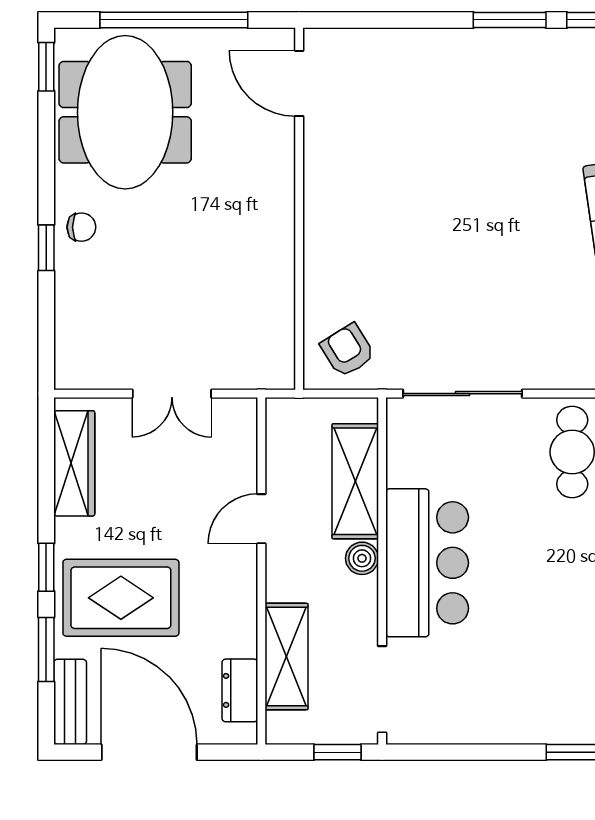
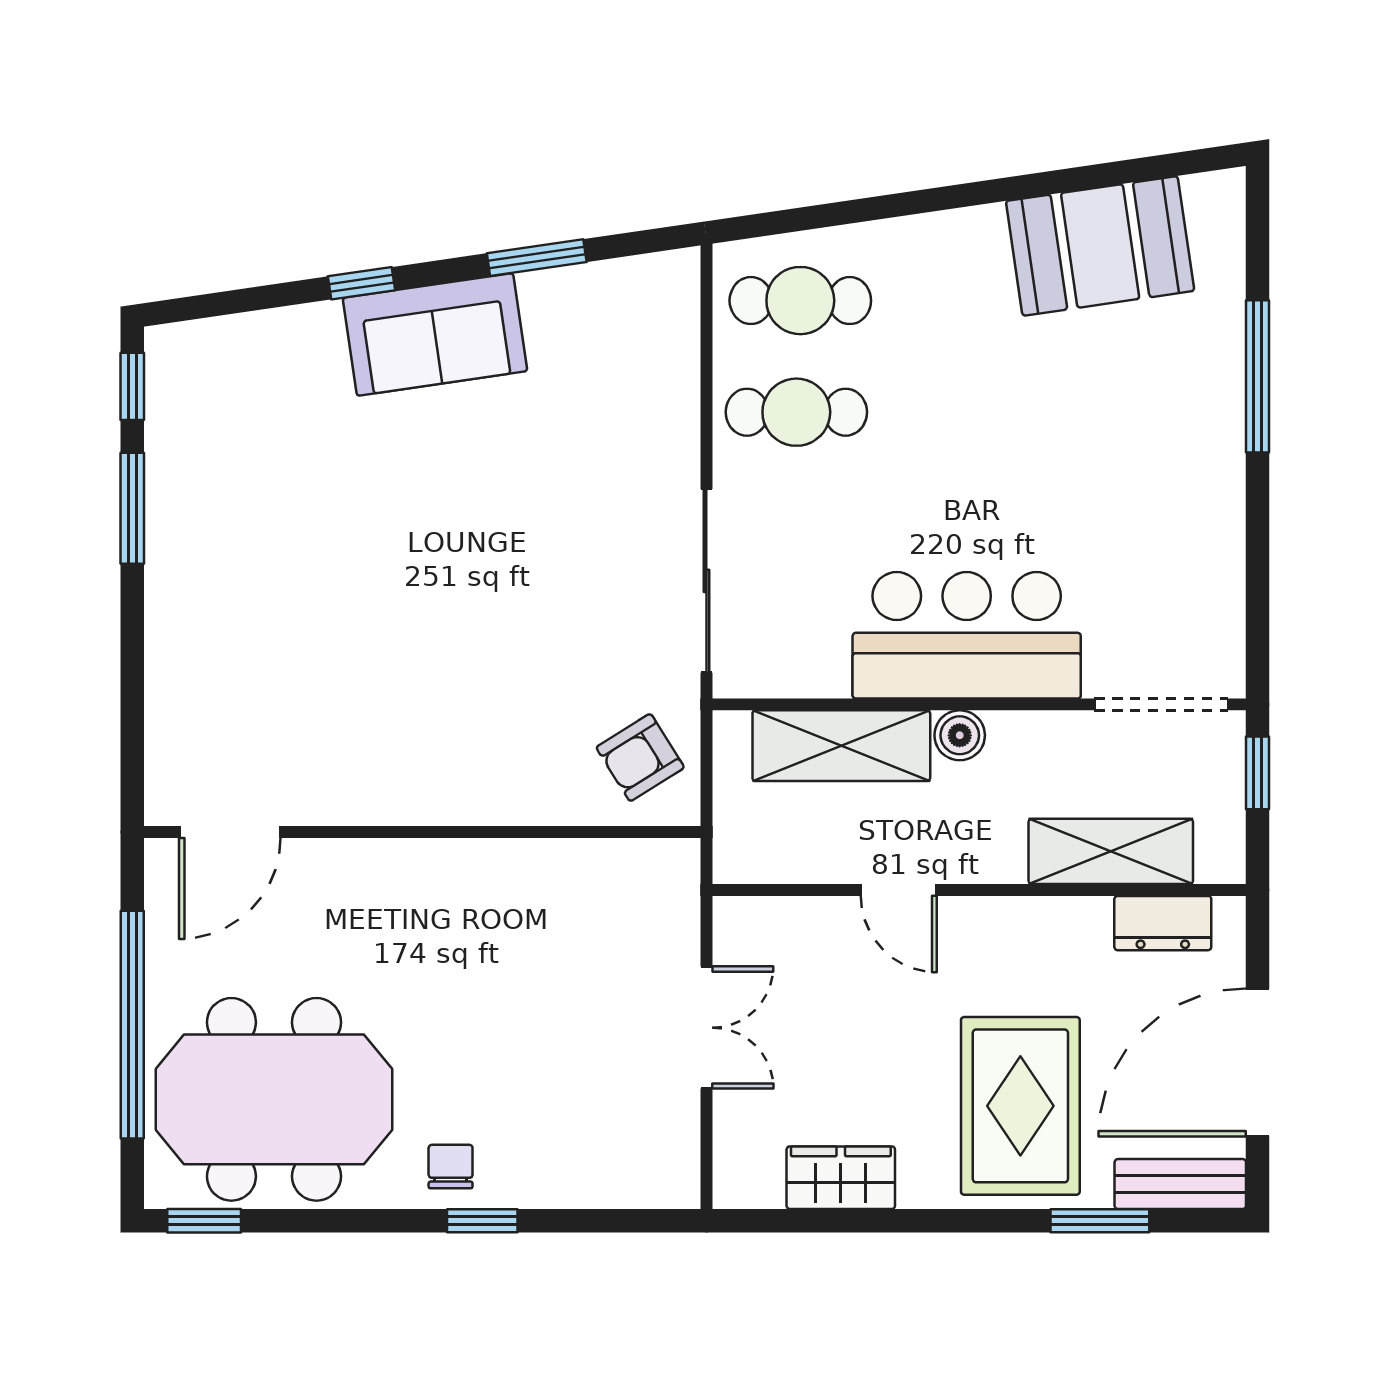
wardrobe: (74, 463) -> (841, 1178), width x0.67
window: (46, 567) -> (973, 1221), removed

